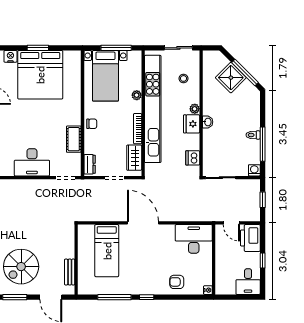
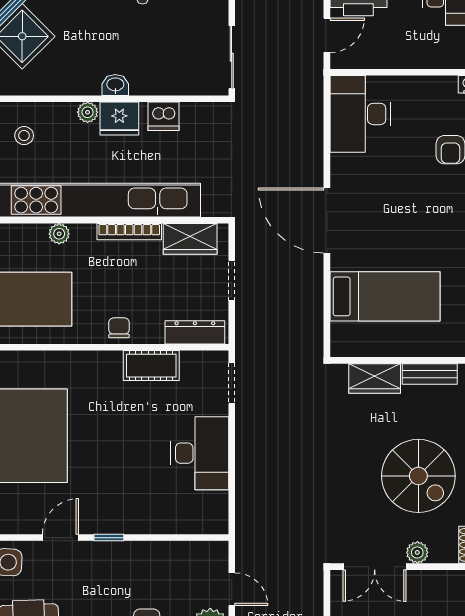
dishwasher: (193, 158) -> (163, 116), moved
dresser: (90, 164) -> (195, 332), width x1.44
door: (143, 223) -> (327, 220), hinge flipped
wardrobe: (68, 246) -> (375, 379), added

